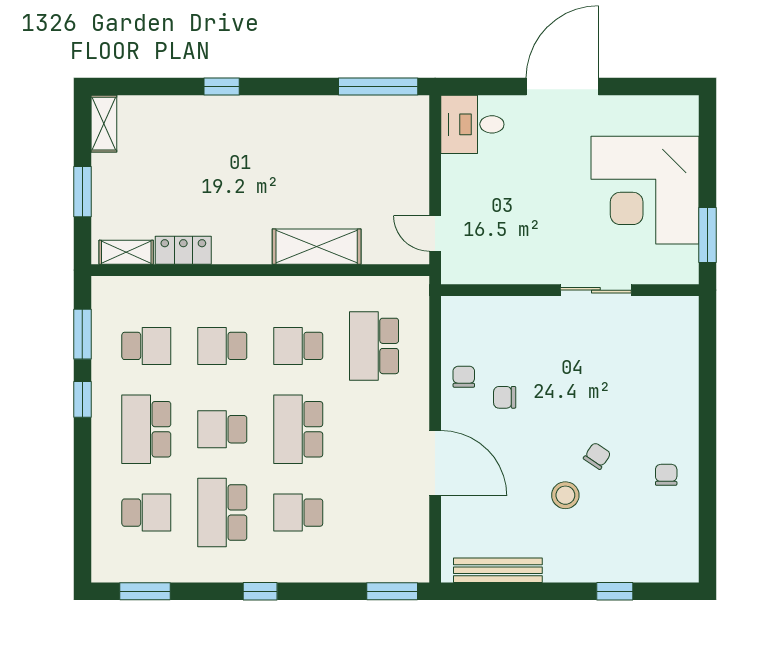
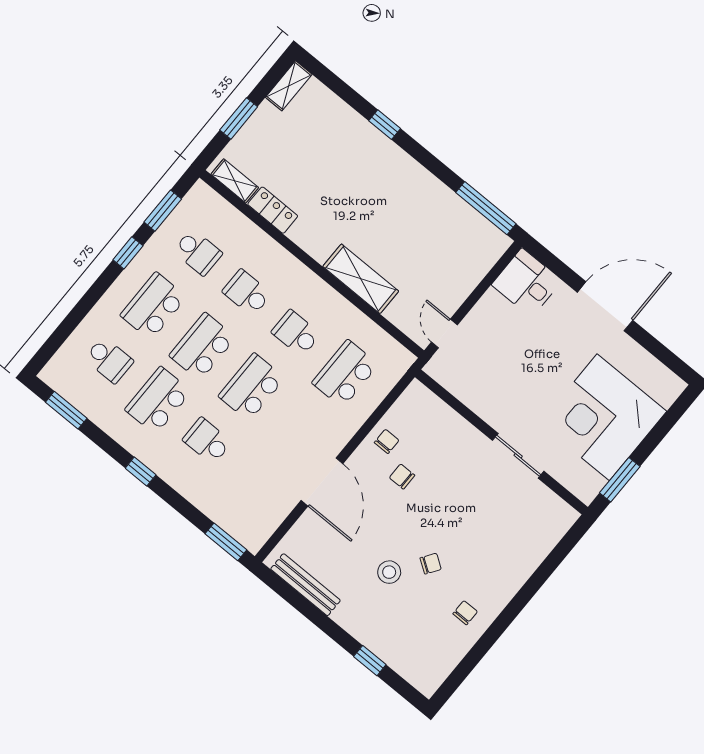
school desk: (222, 429) -> (202, 347), width x1.85

